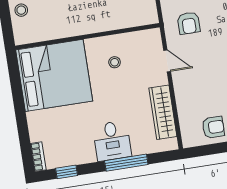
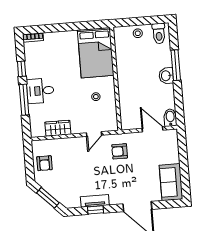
bed: (54, 75) -> (96, 53), width x0.73
wardrobe: (163, 112) -> (58, 128), width x0.67
window: (67, 172) -> (22, 69), moved

